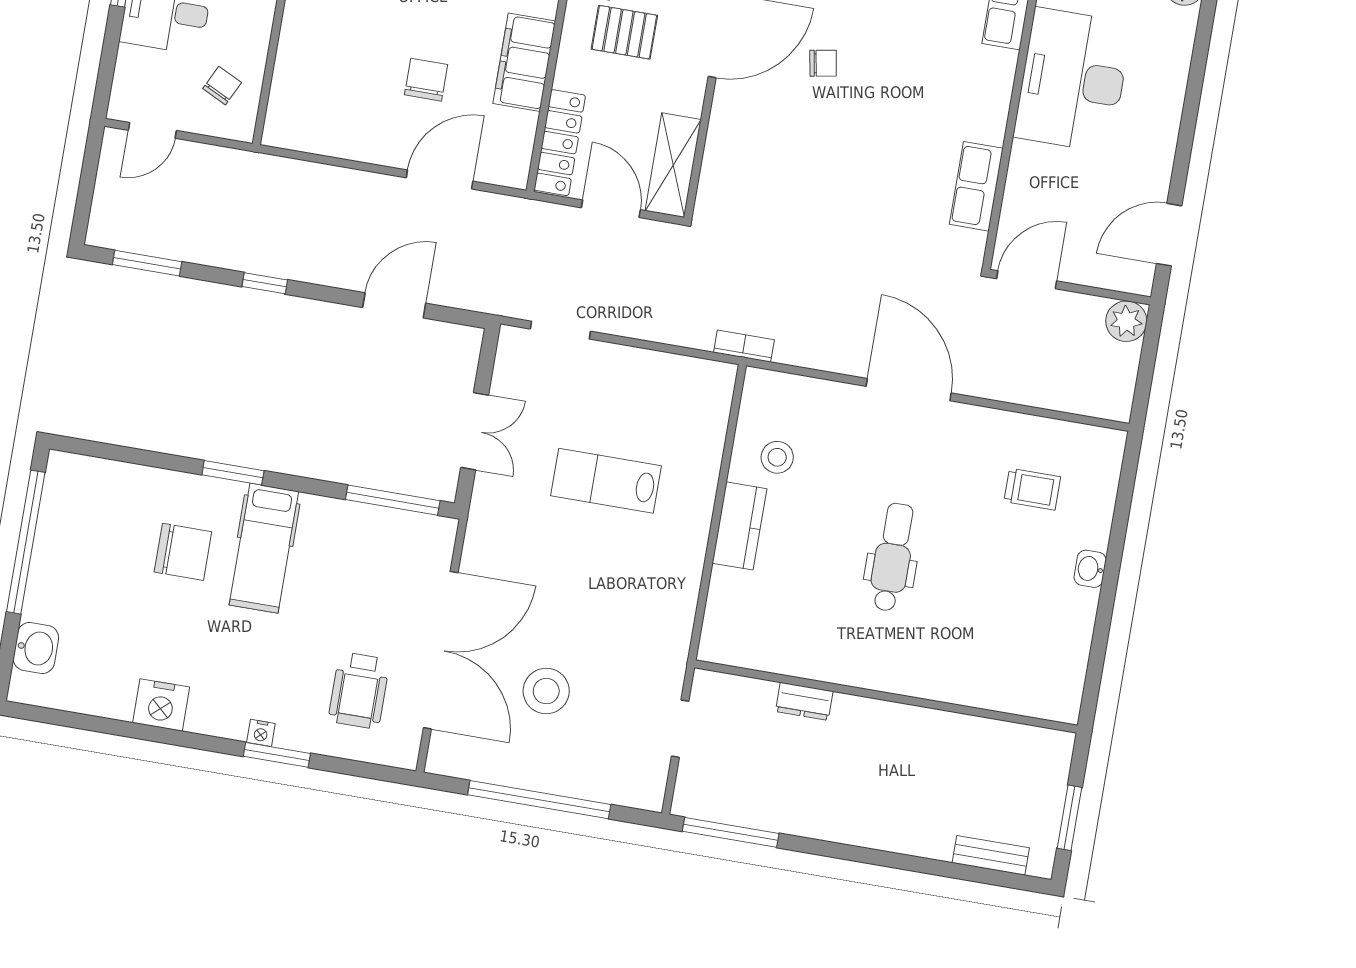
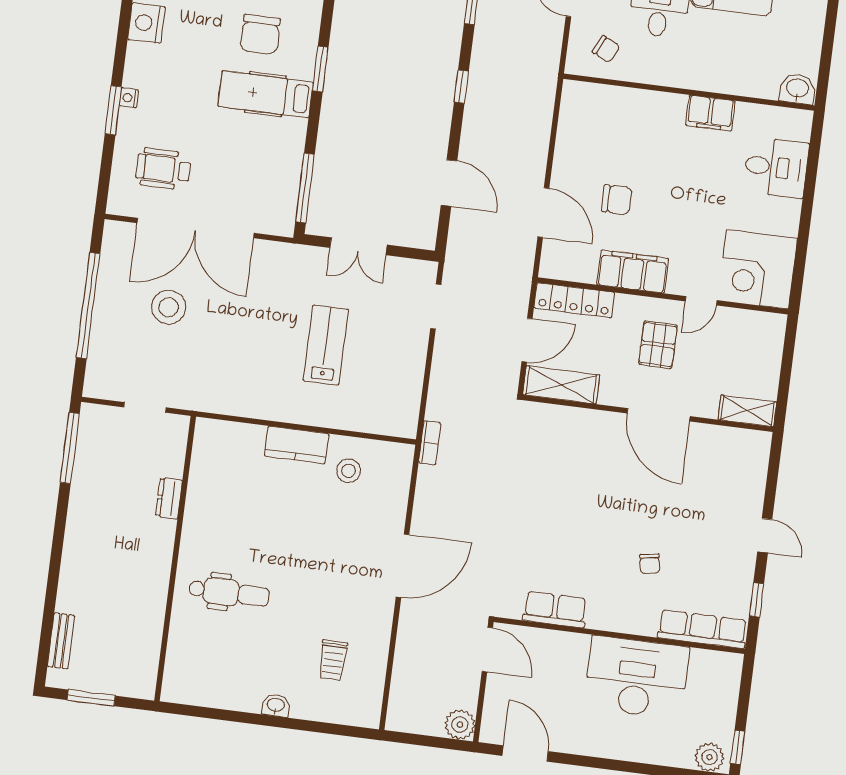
chair: (823, 63) -> (650, 564), moved
dental chair: (892, 557) -> (229, 593), moved

